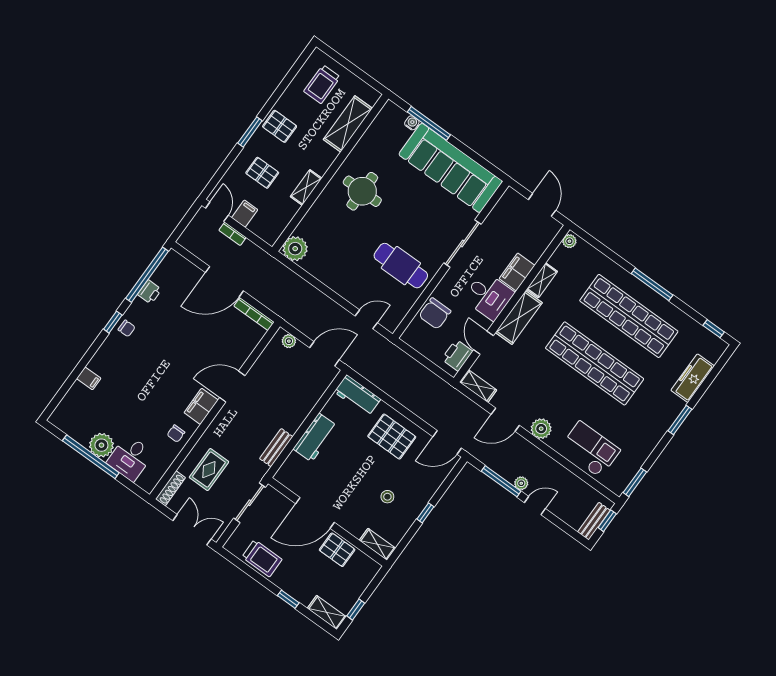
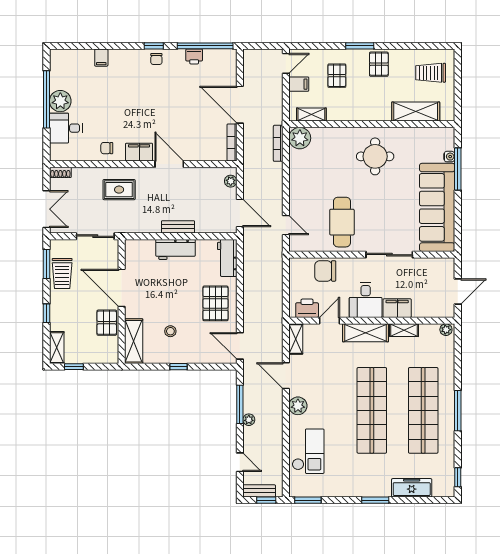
shelving: (306, 187) -> (311, 114), moved
bookcase: (233, 234) -> (278, 143), moved, width x1.56
bench: (276, 448) -> (178, 227), moved
rug: (209, 470) -> (119, 190), moved
shoe rack: (171, 488) -> (60, 172), width x0.70
door: (535, 506) -> (240, 462), moved
shelving: (377, 544) -> (134, 341), width x1.50, depth x1.33
window: (243, 566) -> (46, 264), added

